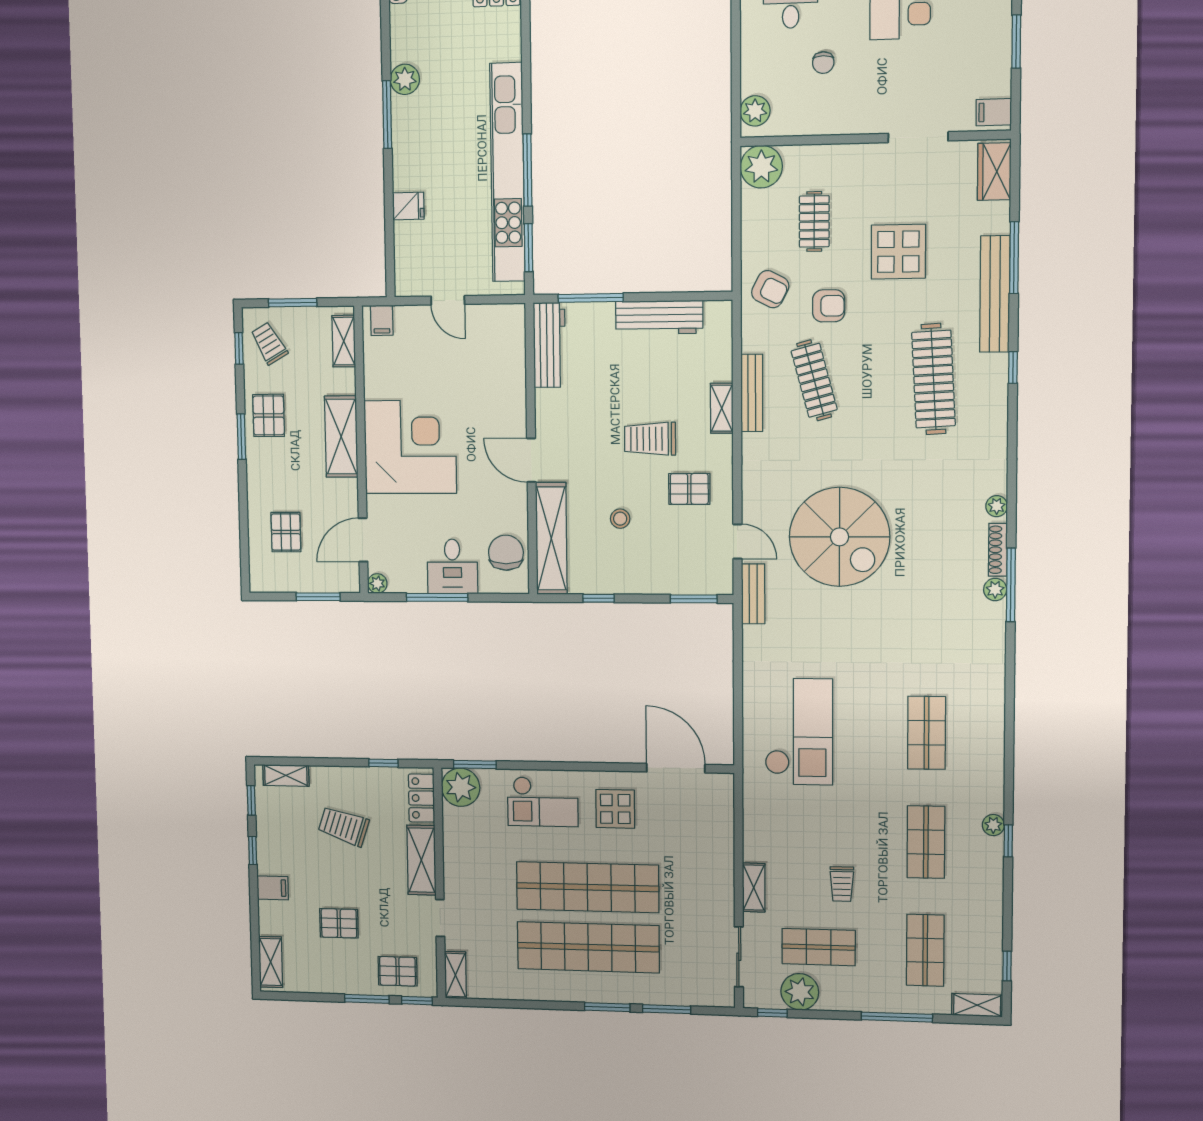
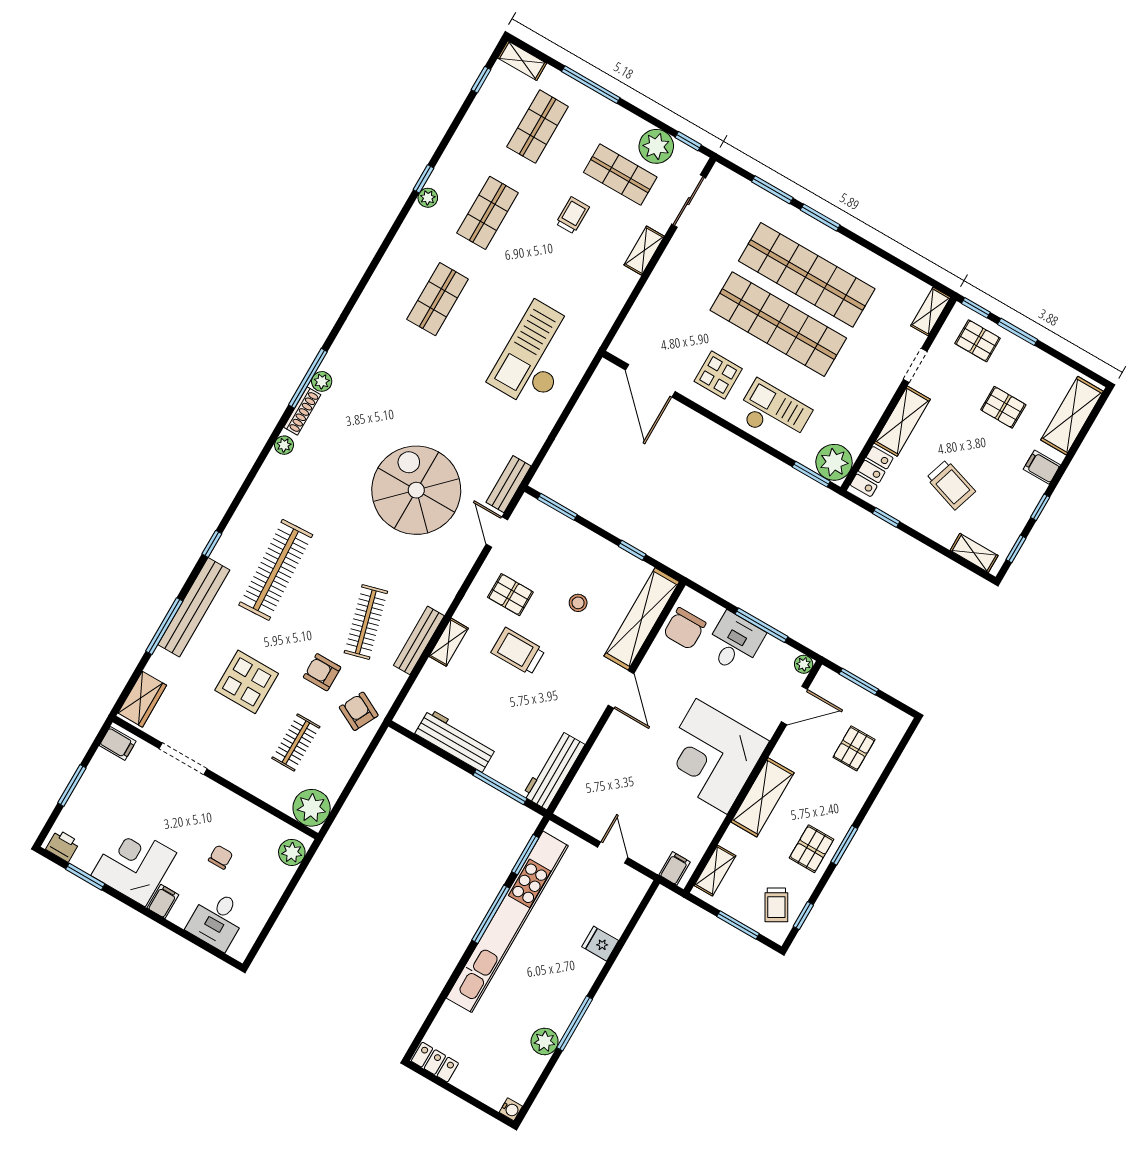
trolley: (650, 439) -> (518, 651), turned 180
shelving: (271, 962) -> (1072, 416), width x1.50, depth x1.33

